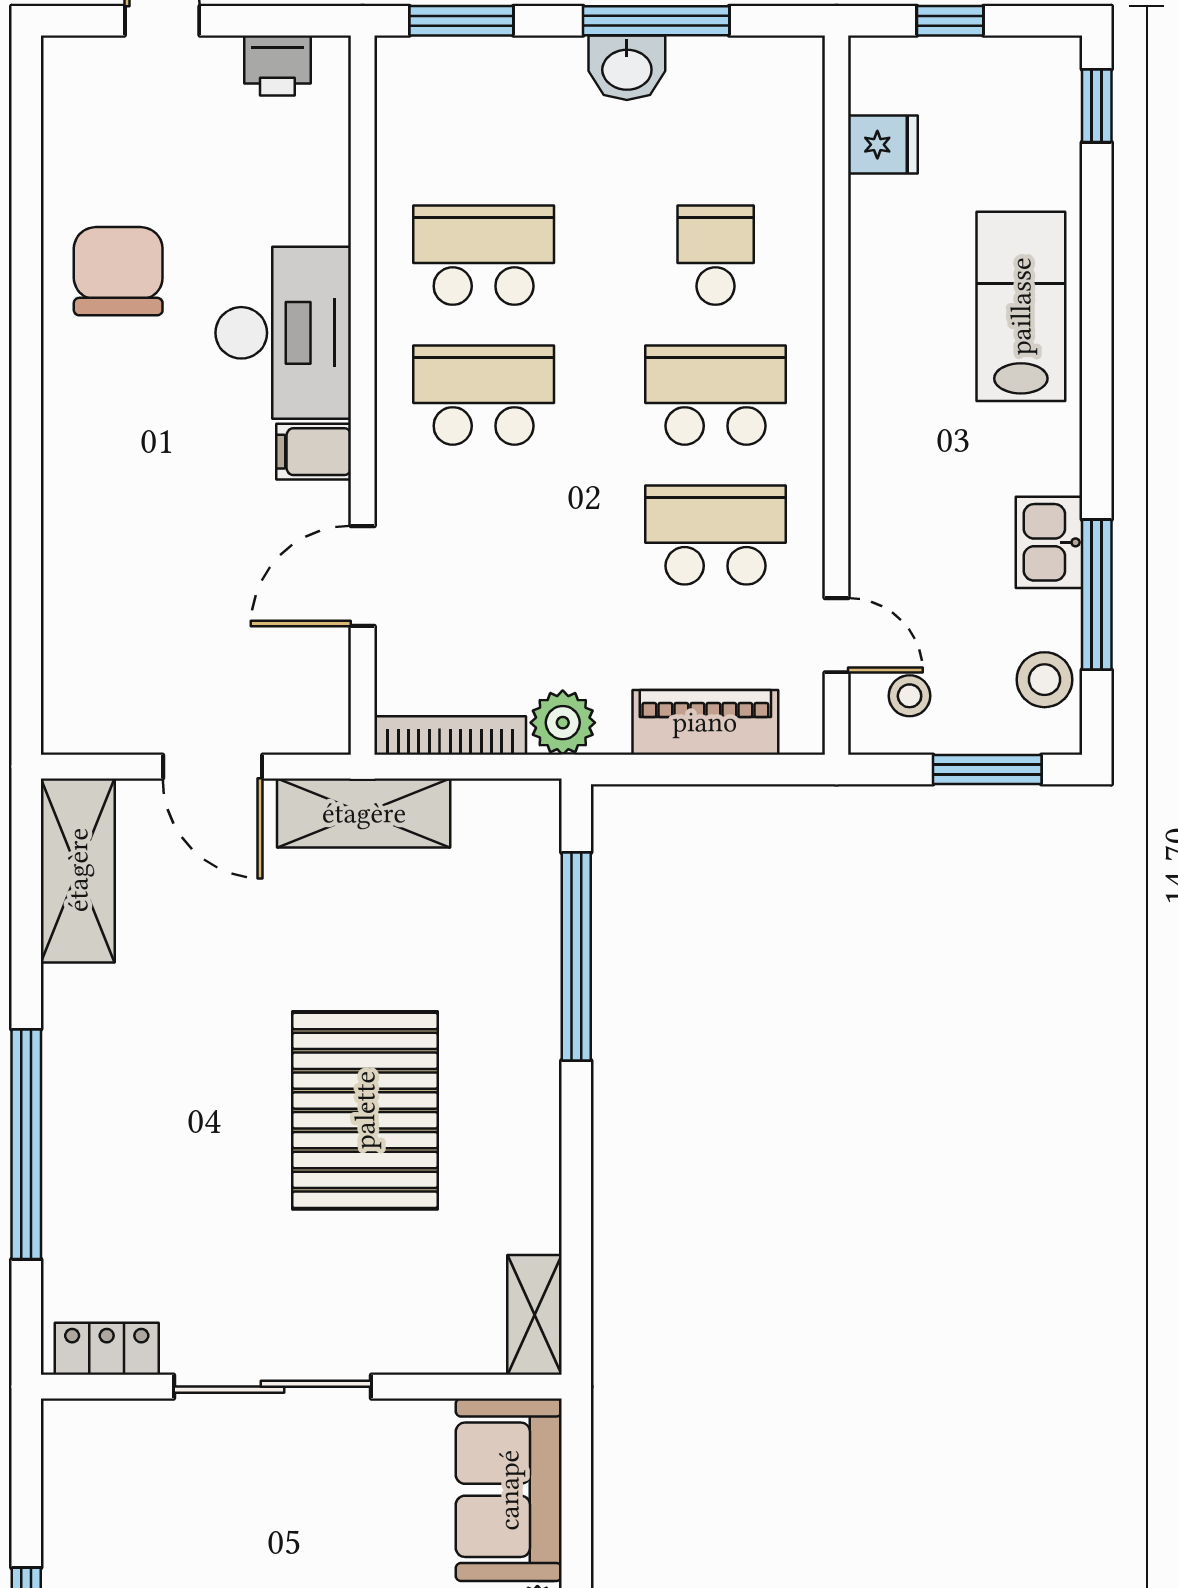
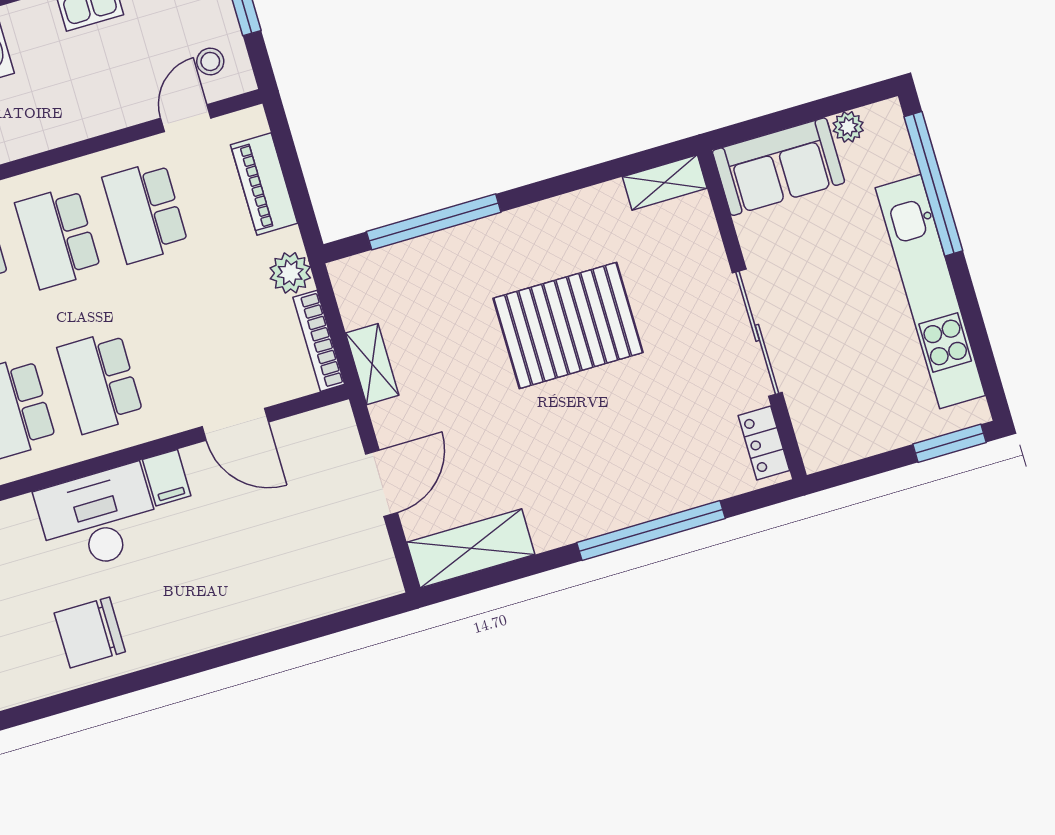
shelving: (364, 813) -> (372, 364), width x0.67, depth x0.75

